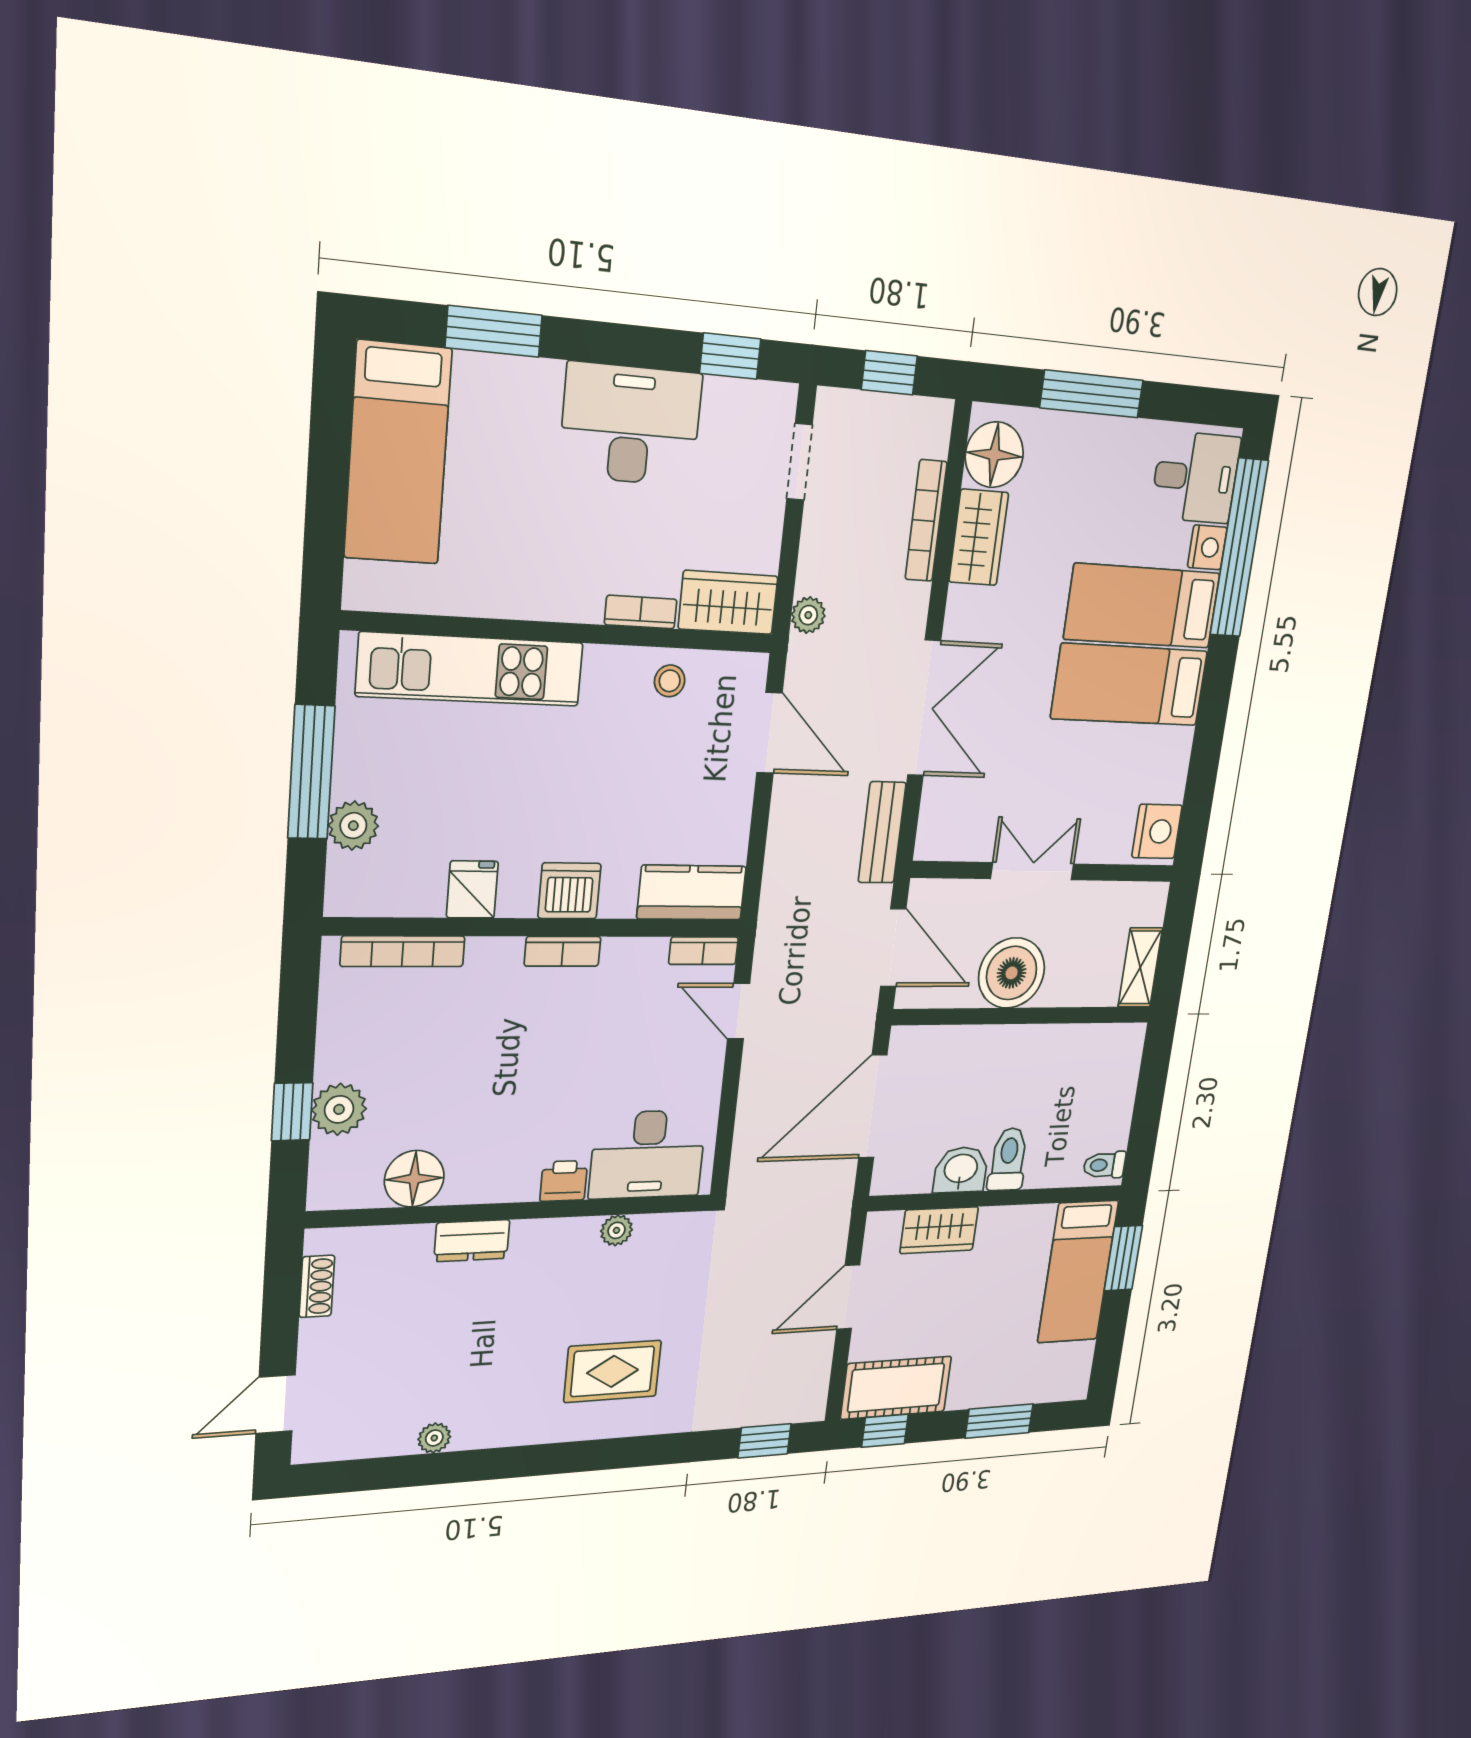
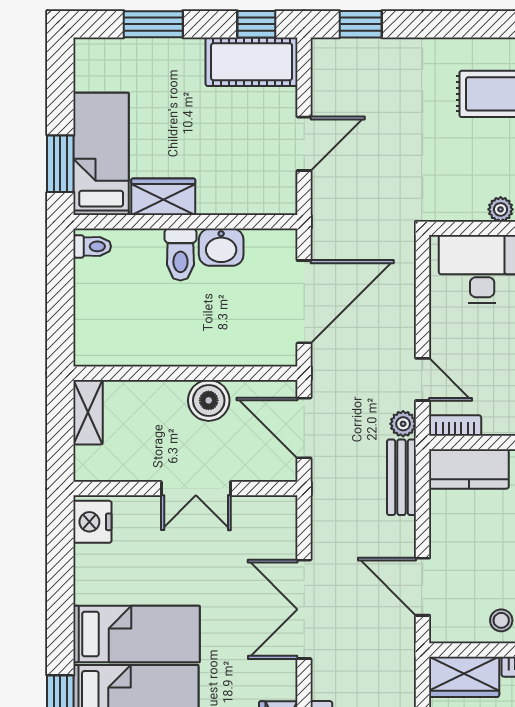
plant: (808, 615) -> (403, 424), moved
bench: (882, 833) -> (402, 477), moved
boiler: (1012, 973) -> (209, 400), width x0.73, depth x0.73
wardrobe: (939, 1230) -> (163, 197), moved

